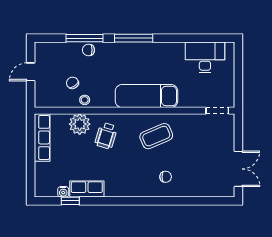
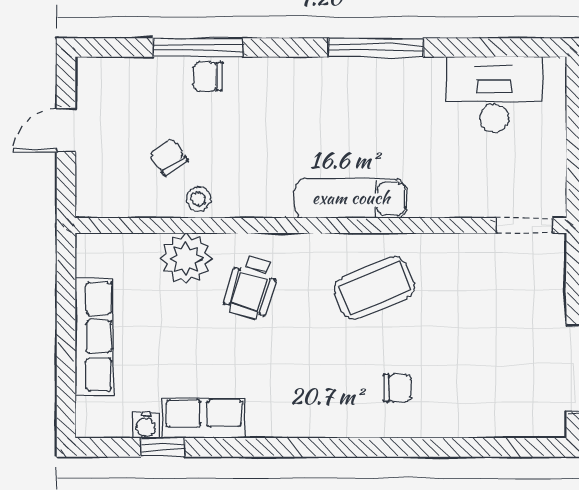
window: (134, 38) -> (376, 48), moved
exam couch: (147, 96) -> (351, 198), width x0.73, depth x0.69
row of seats: (42, 137) -> (94, 337), moved

